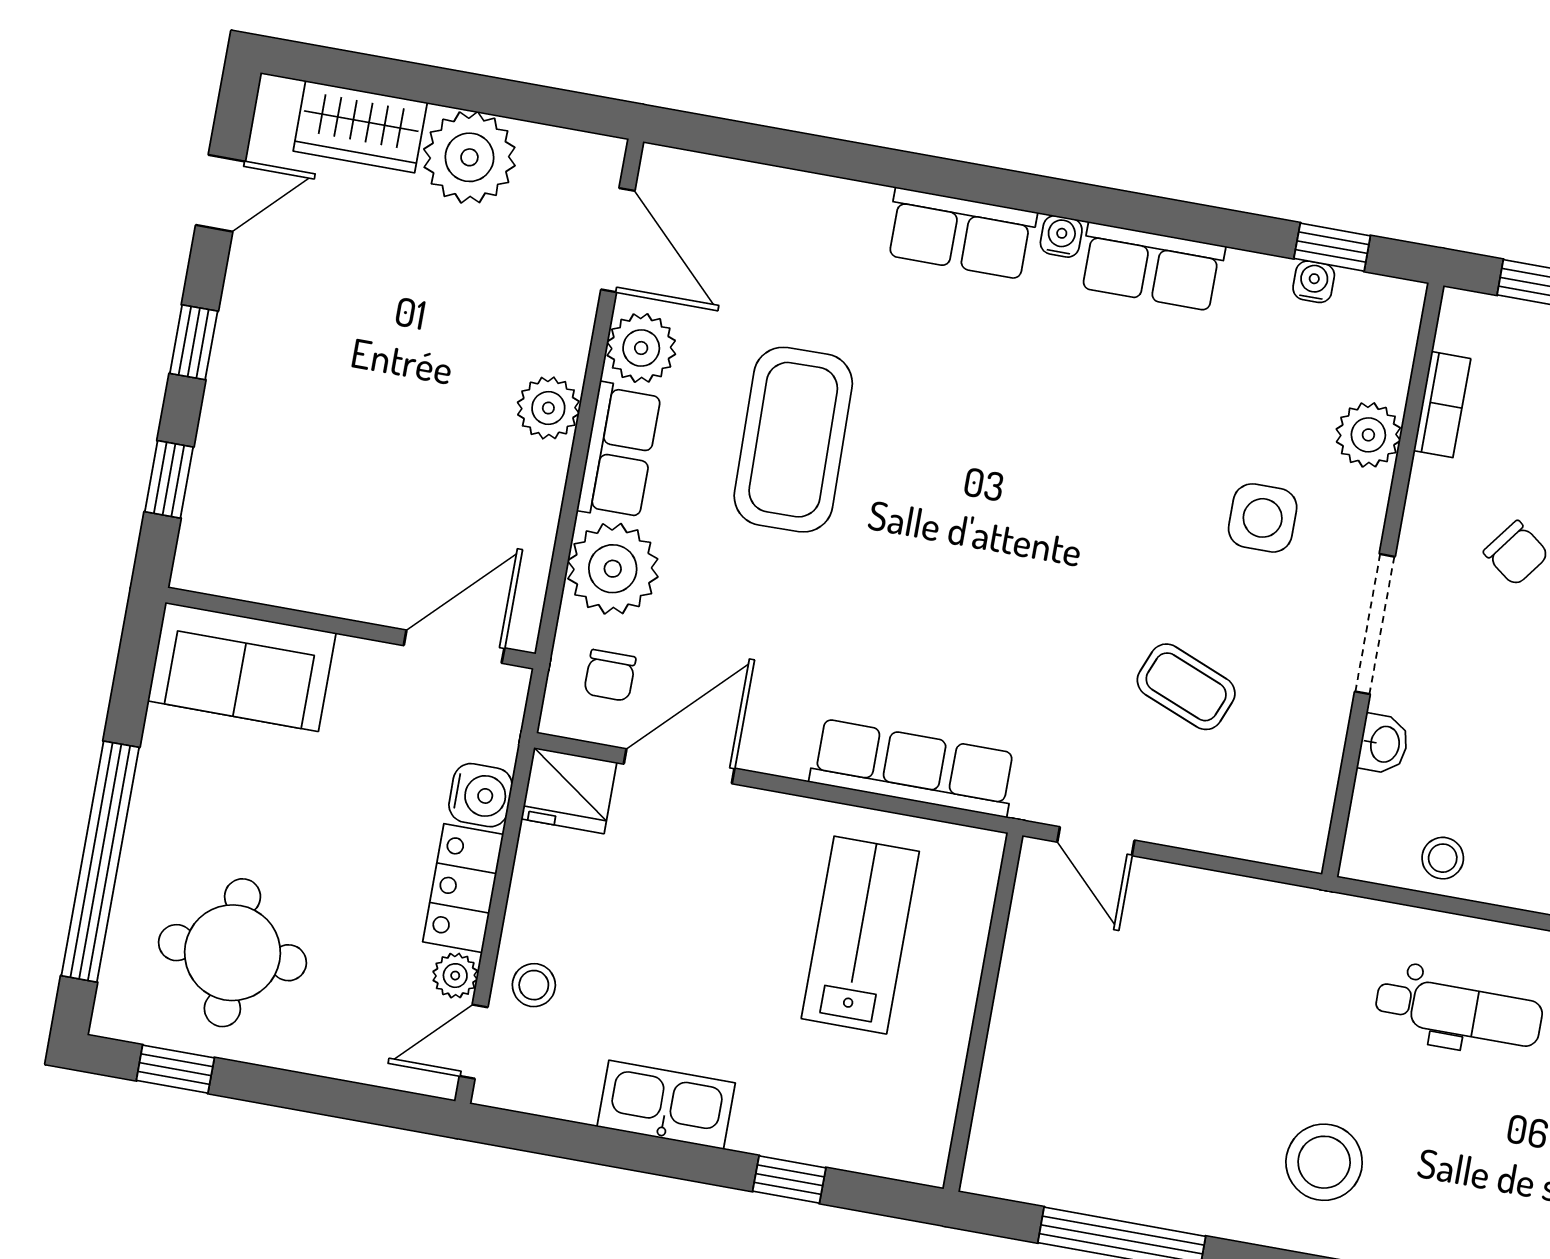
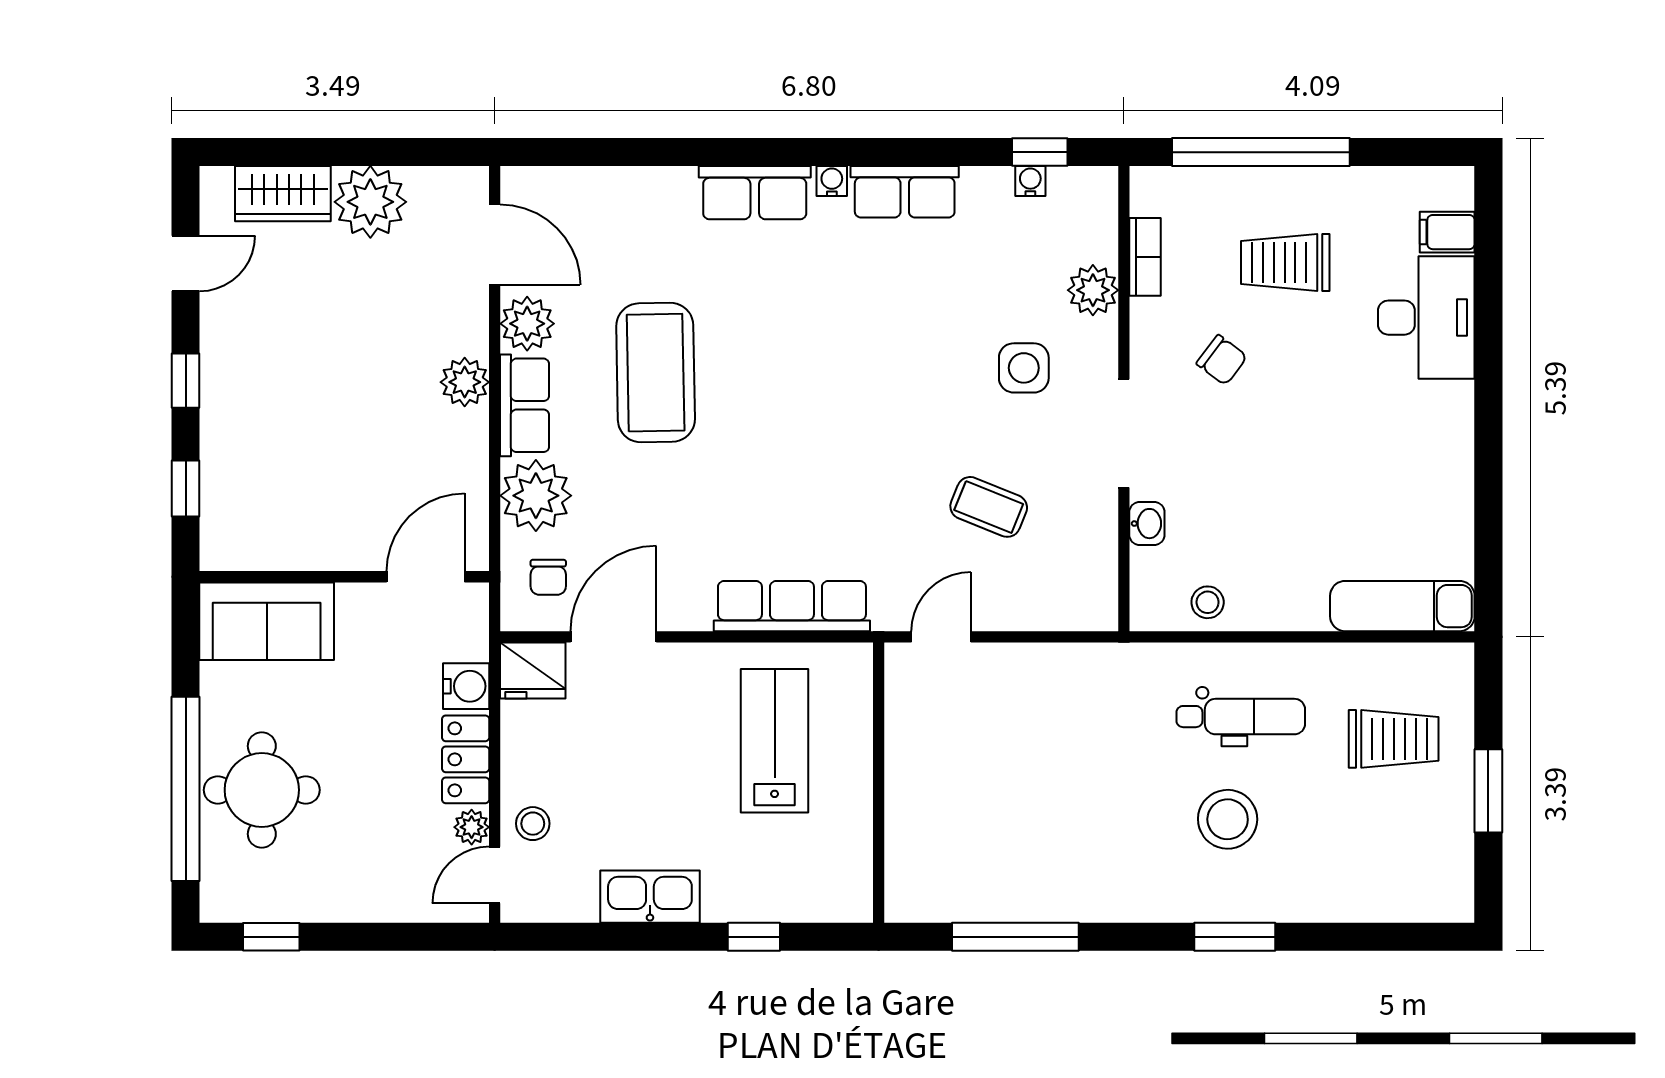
door: (1096, 841) -> (941, 637), swing flipped
round table: (232, 953) -> (262, 790), moved
stool: (1324, 1162) -> (1228, 819), moved

